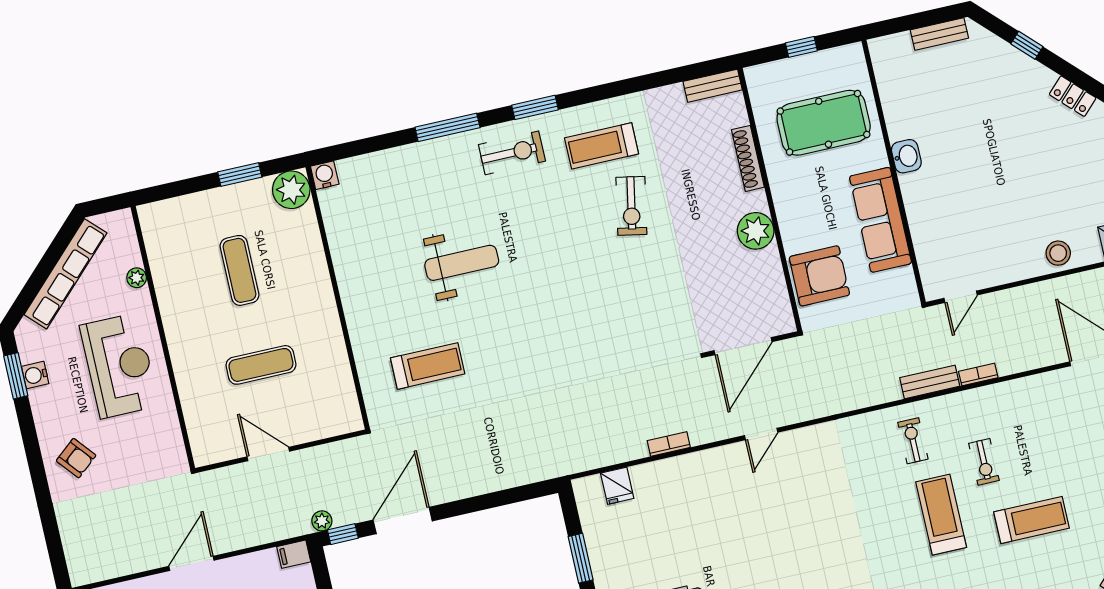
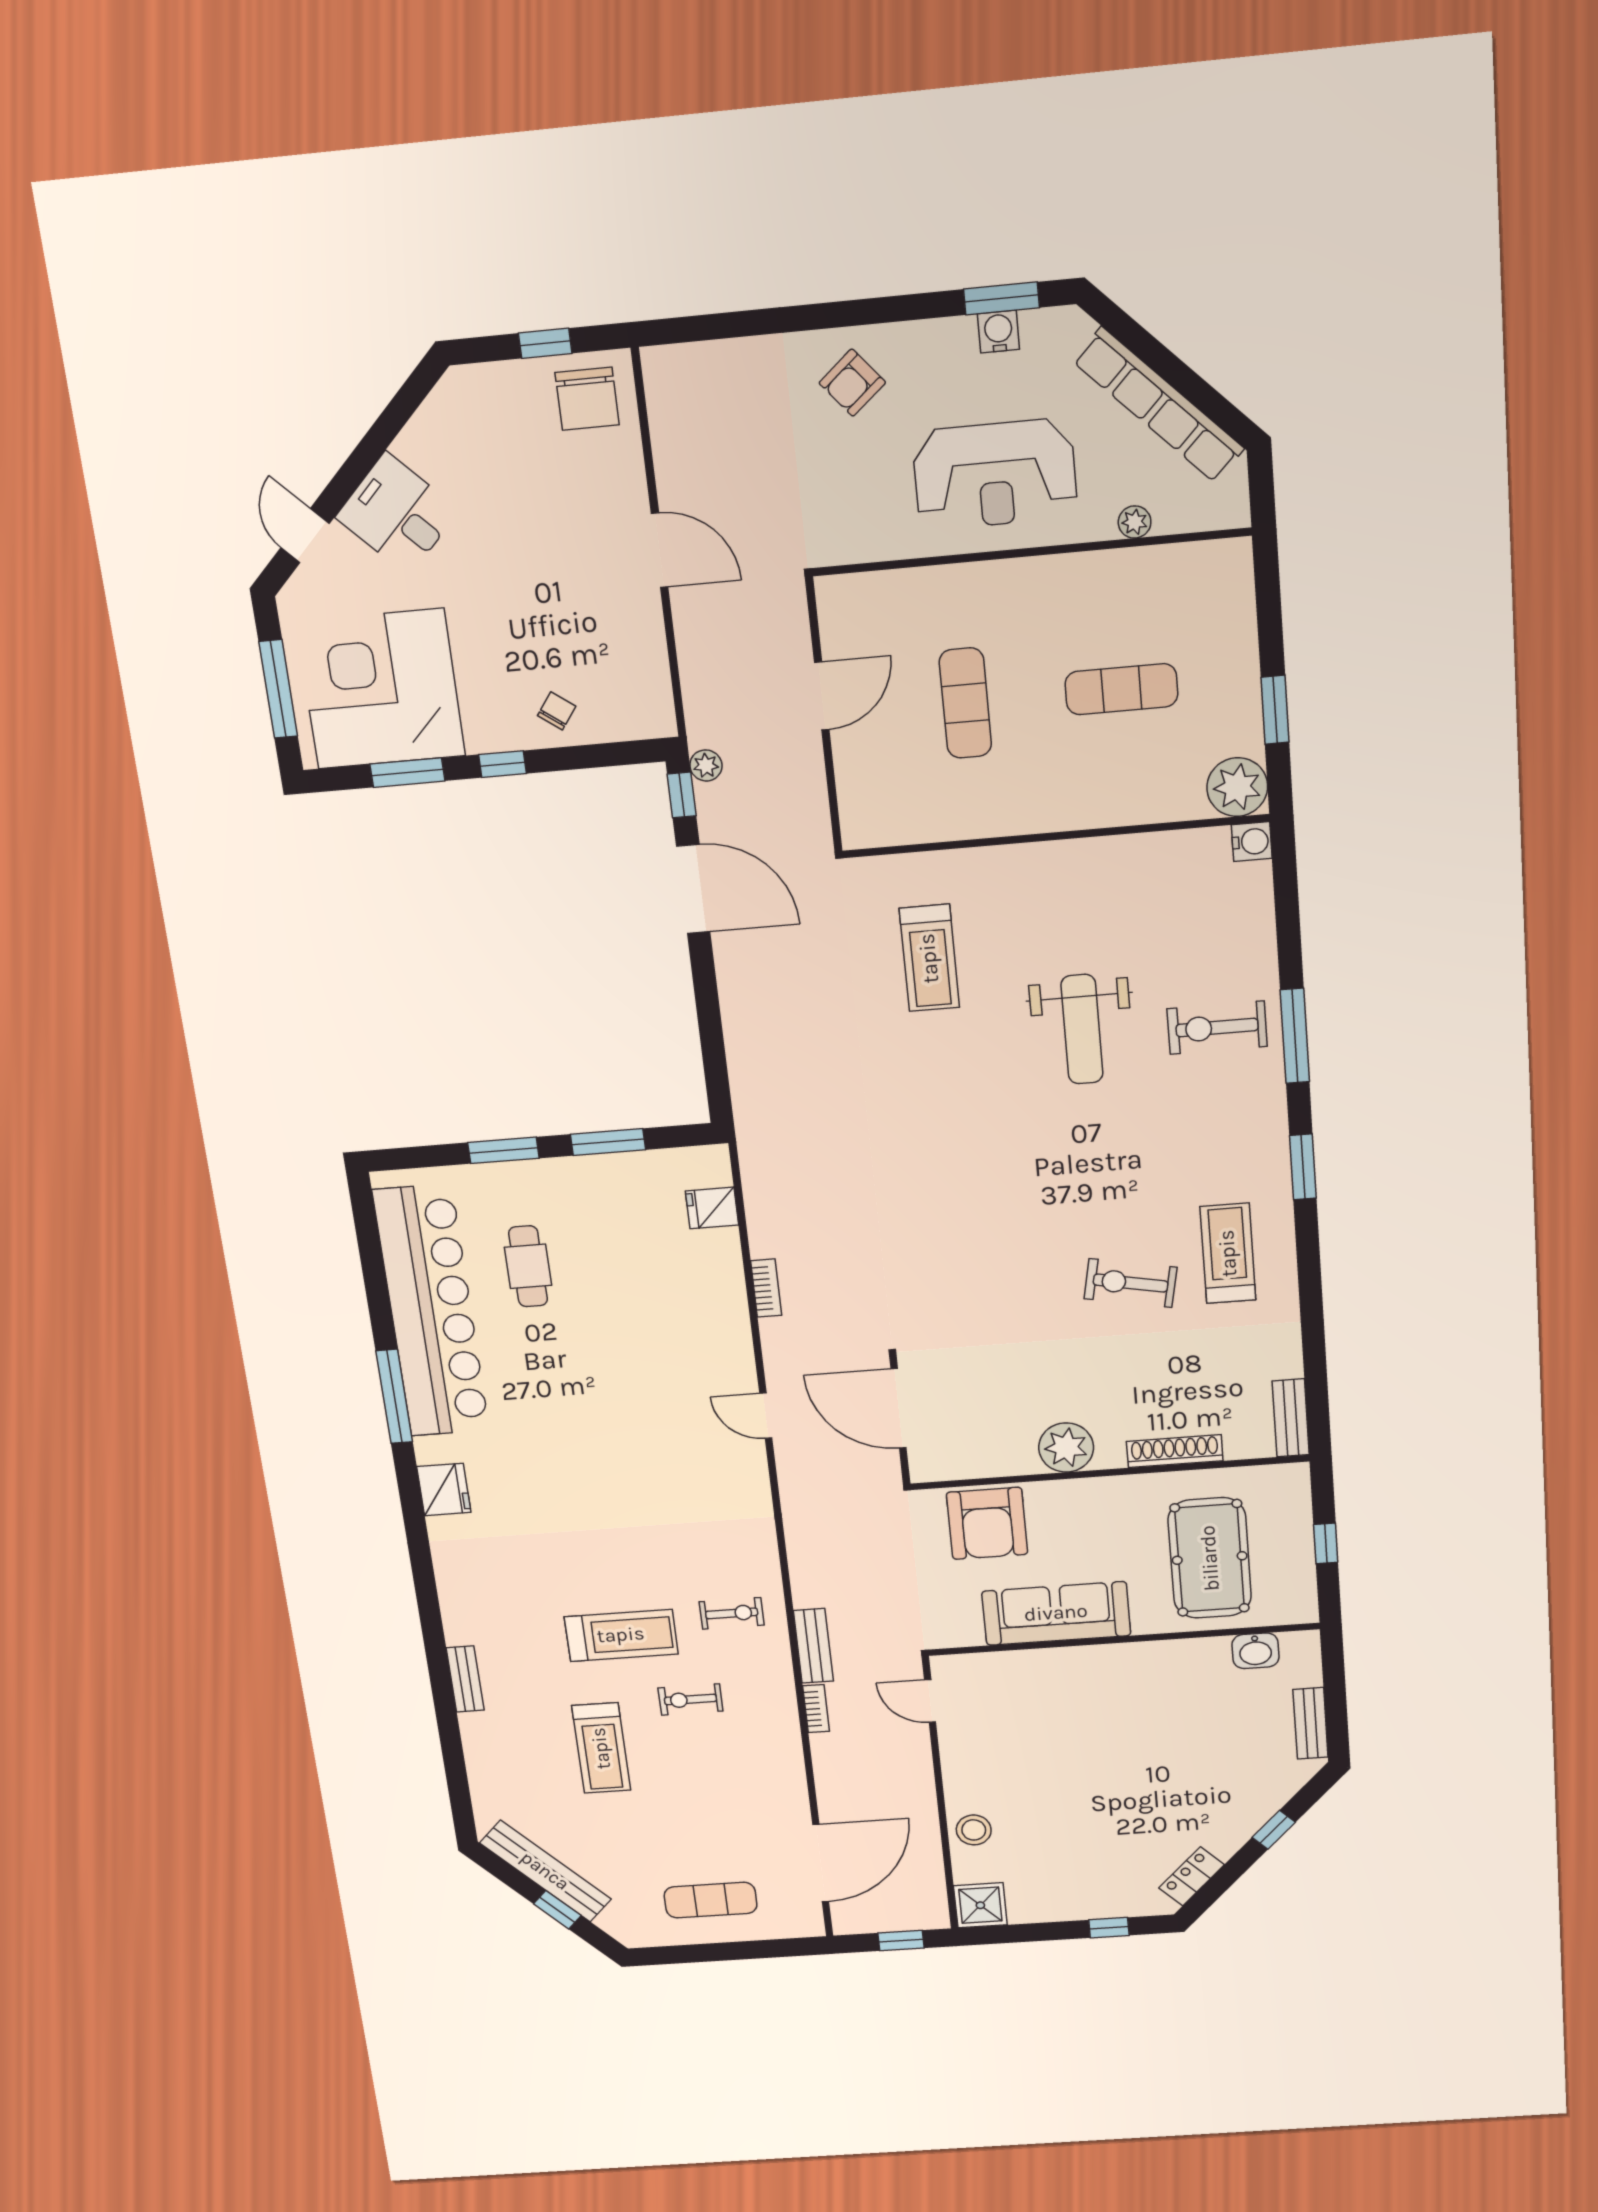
exercise bike: (512, 153) -> (1217, 1028), moved, turned 90
washbasin: (906, 156) -> (1255, 1651), moved
filing cabinet: (294, 554) -> (658, 715), removed

